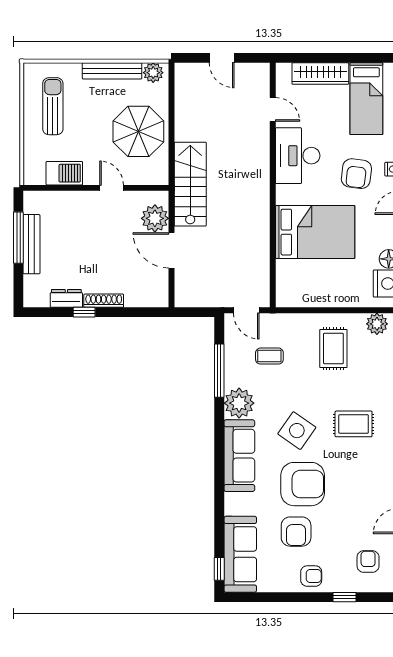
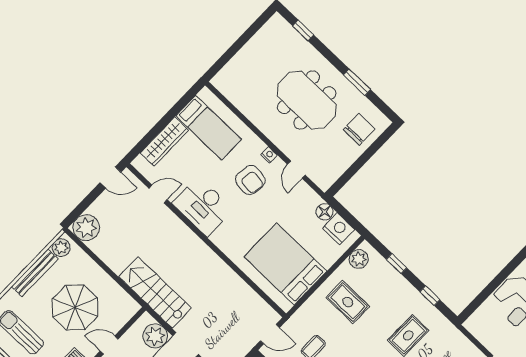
door: (222, 58) -> (110, 177), moved
plant: (189, 77) -> (86, 228), added
parasol: (138, 131) -> (75, 307), moved
bed: (315, 232) -> (285, 264), moved, turned -90

